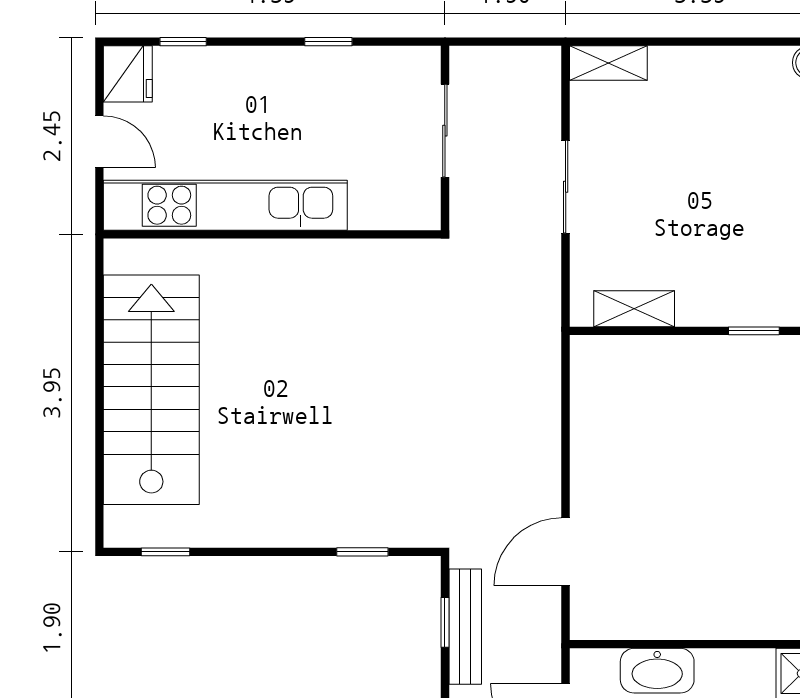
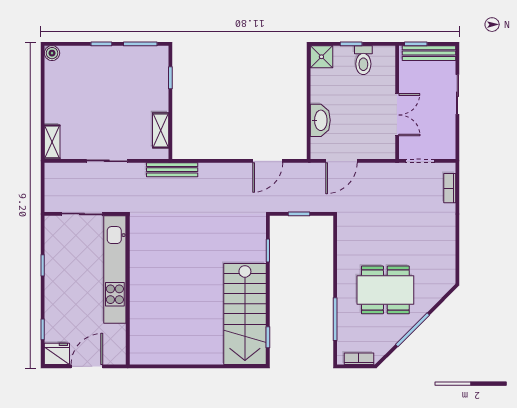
door: (99, 142) -> (87, 366), width x1.38
kitchen unit: (225, 205) -> (115, 270), moved
stairs: (151, 390) -> (245, 314), moved, turned -90
door: (566, 552) -> (268, 161), hinge flipped
bench: (465, 627) -> (172, 170), moved

